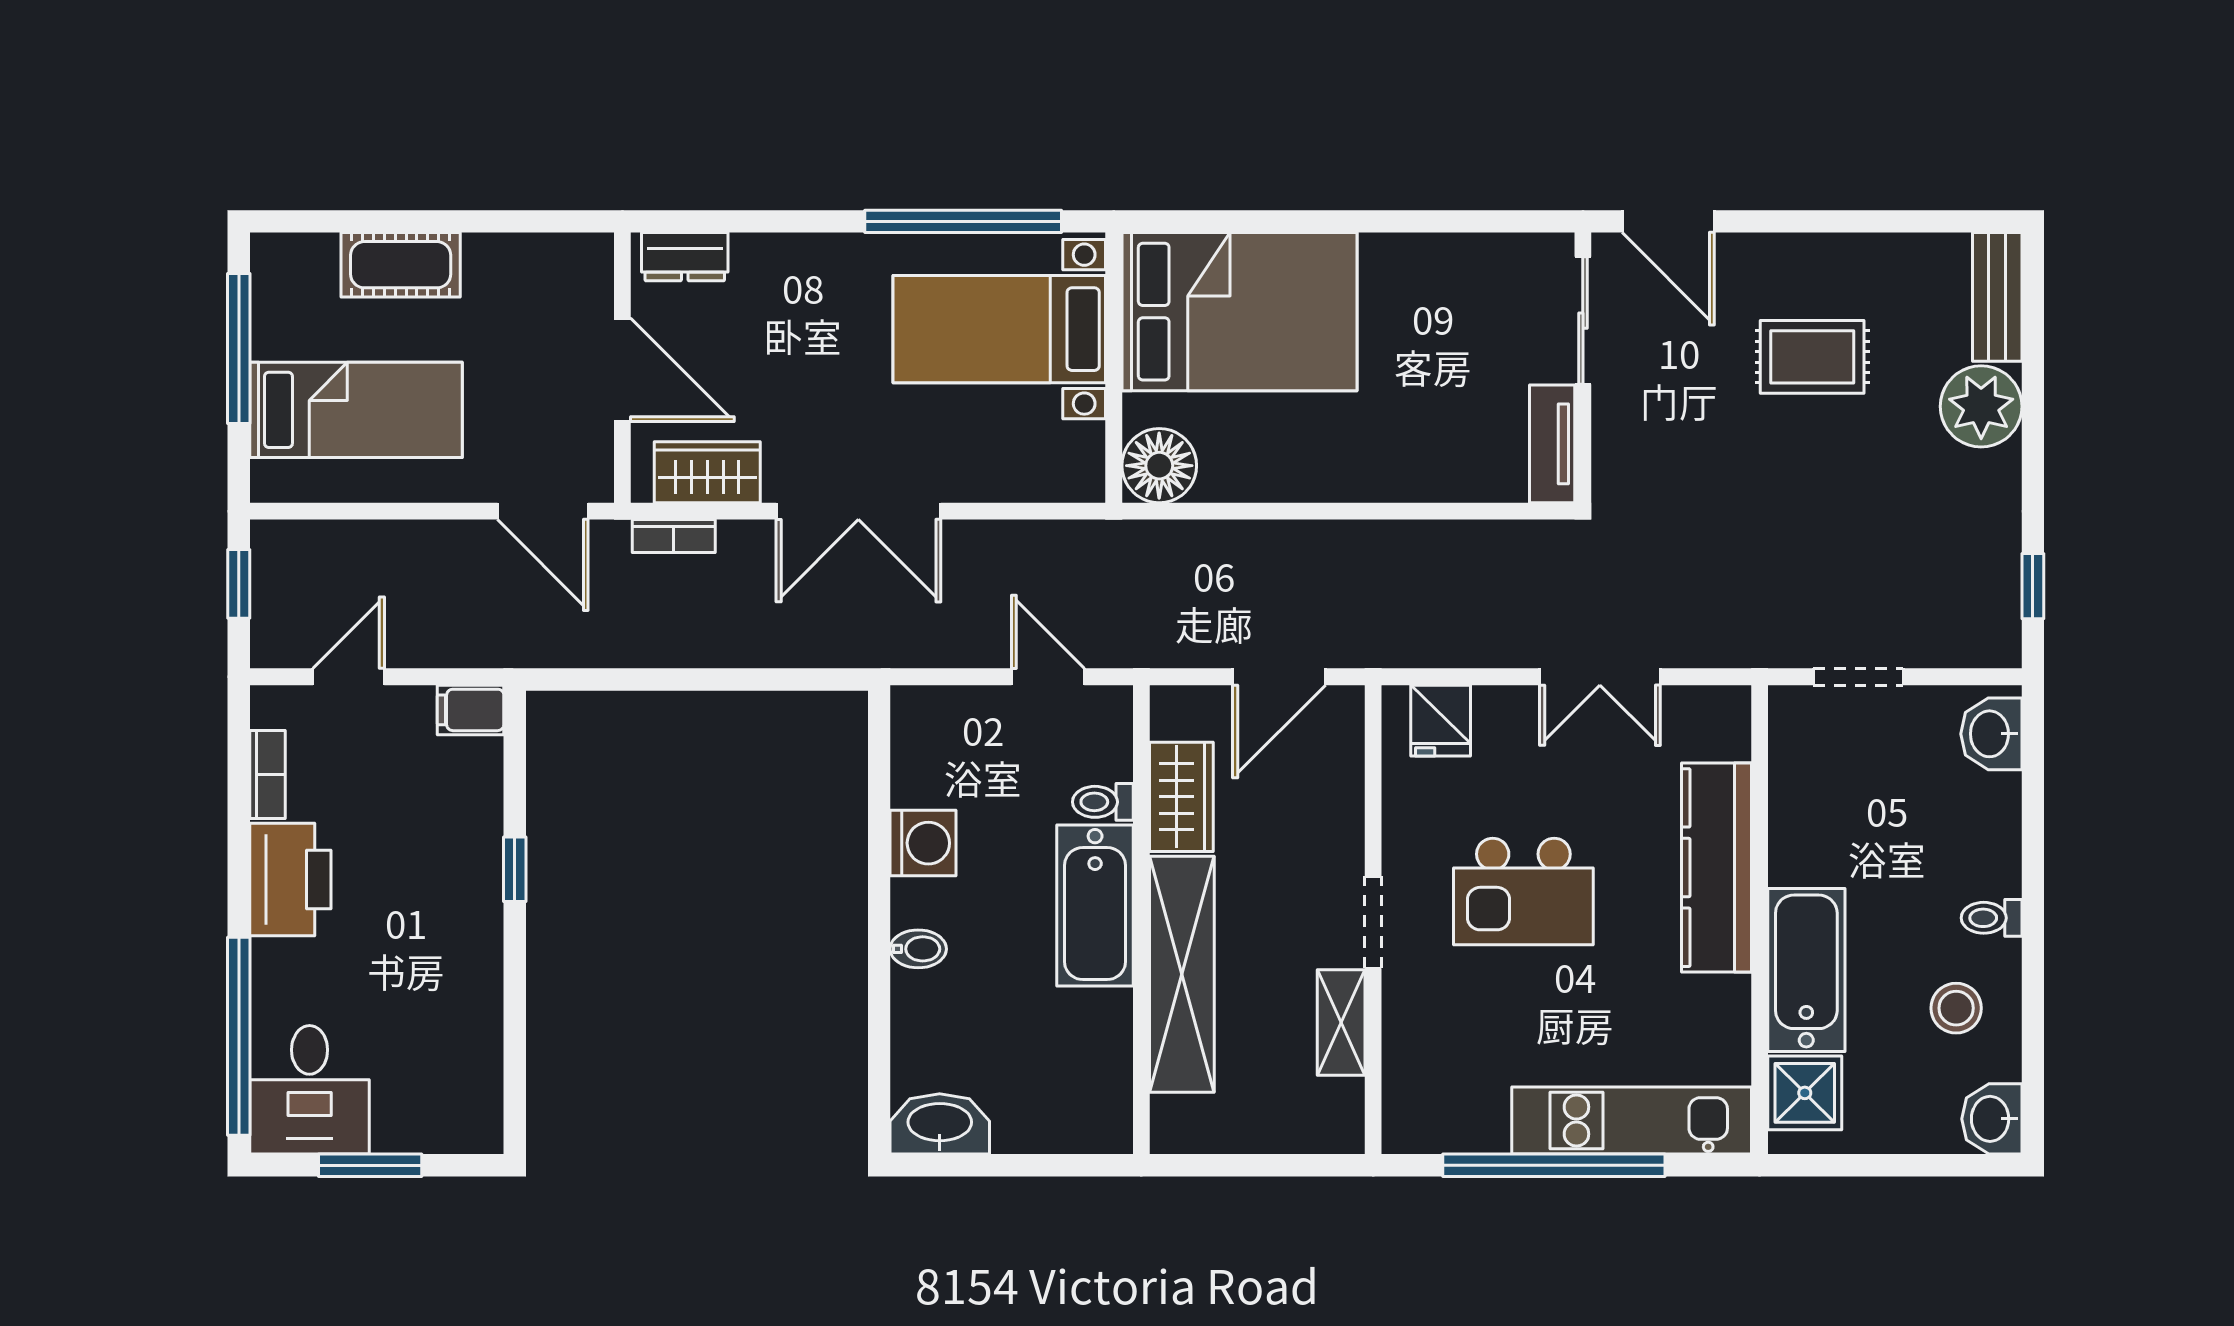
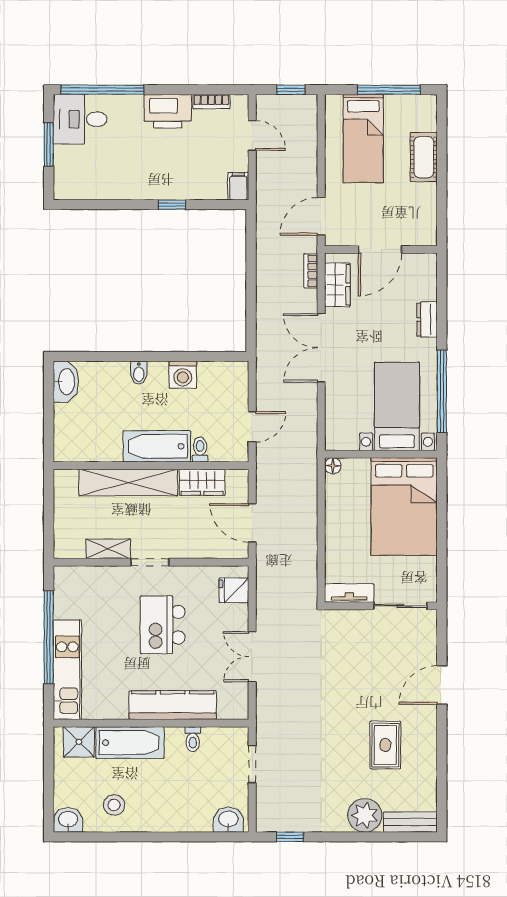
dresser: (685, 257) -> (427, 320), moved
sliding door: (1583, 321) -> (400, 606), moved
wall: (1583, 368) -> (381, 606), moved
tv unit: (1552, 444) -> (349, 593), moved
floor lamp: (1159, 466) -> (333, 466), width x0.53, depth x0.53
toilet: (1992, 918) -> (193, 739), moved, turned 180

